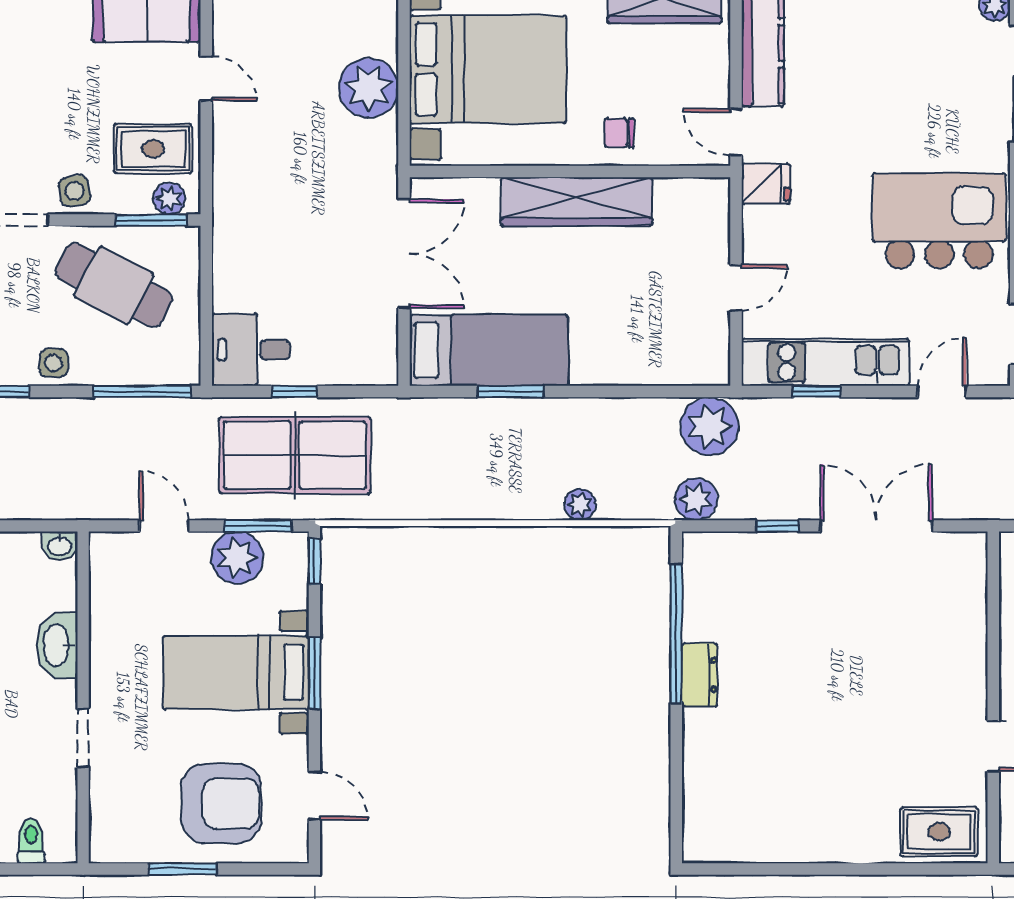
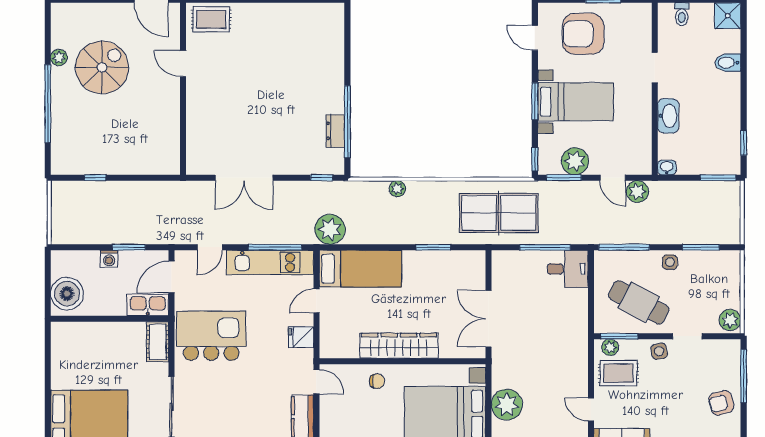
fridge: (766, 184) -> (301, 337), moved
kitchen island: (939, 221) -> (211, 336), turned 180
bed: (489, 350) -> (360, 269), moved, turned 180
window: (295, 392) -> (545, 247), width x2.17
window: (816, 392) -> (275, 247), width x2.17
table tennis table: (295, 455) -> (499, 213), moved
plant: (696, 499) -> (637, 192), moved
window: (778, 526) -> (322, 178), moved
dresser: (700, 675) -> (335, 131), moved

